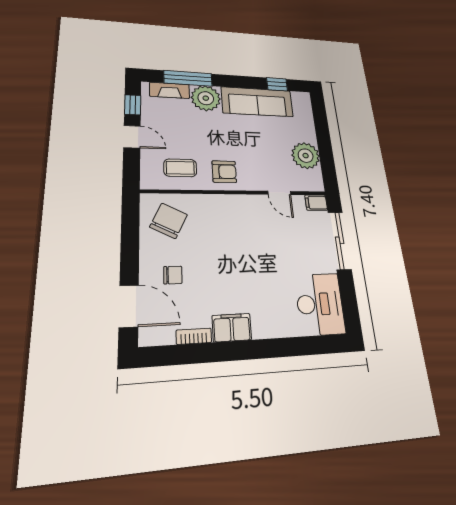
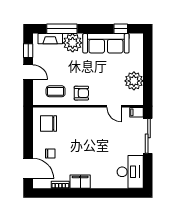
chair: (169, 221) -> (49, 123), turned -116

